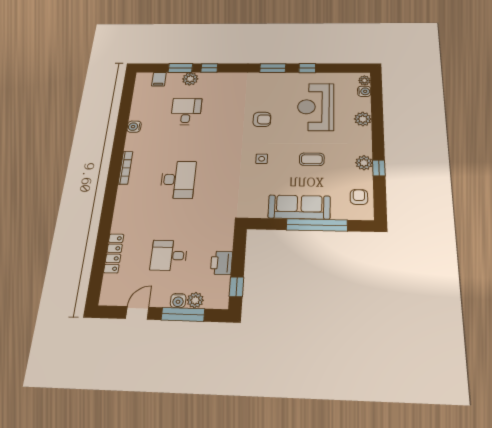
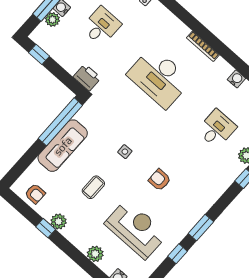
desk: (186, 111) -> (217, 129), turned -90
armchair: (262, 119) -> (160, 180), turned 90
desk: (178, 180) -> (159, 77), width x1.36, depth x1.30
window: (317, 225) -> (60, 122), moved
printer: (221, 263) -> (87, 77), moved

